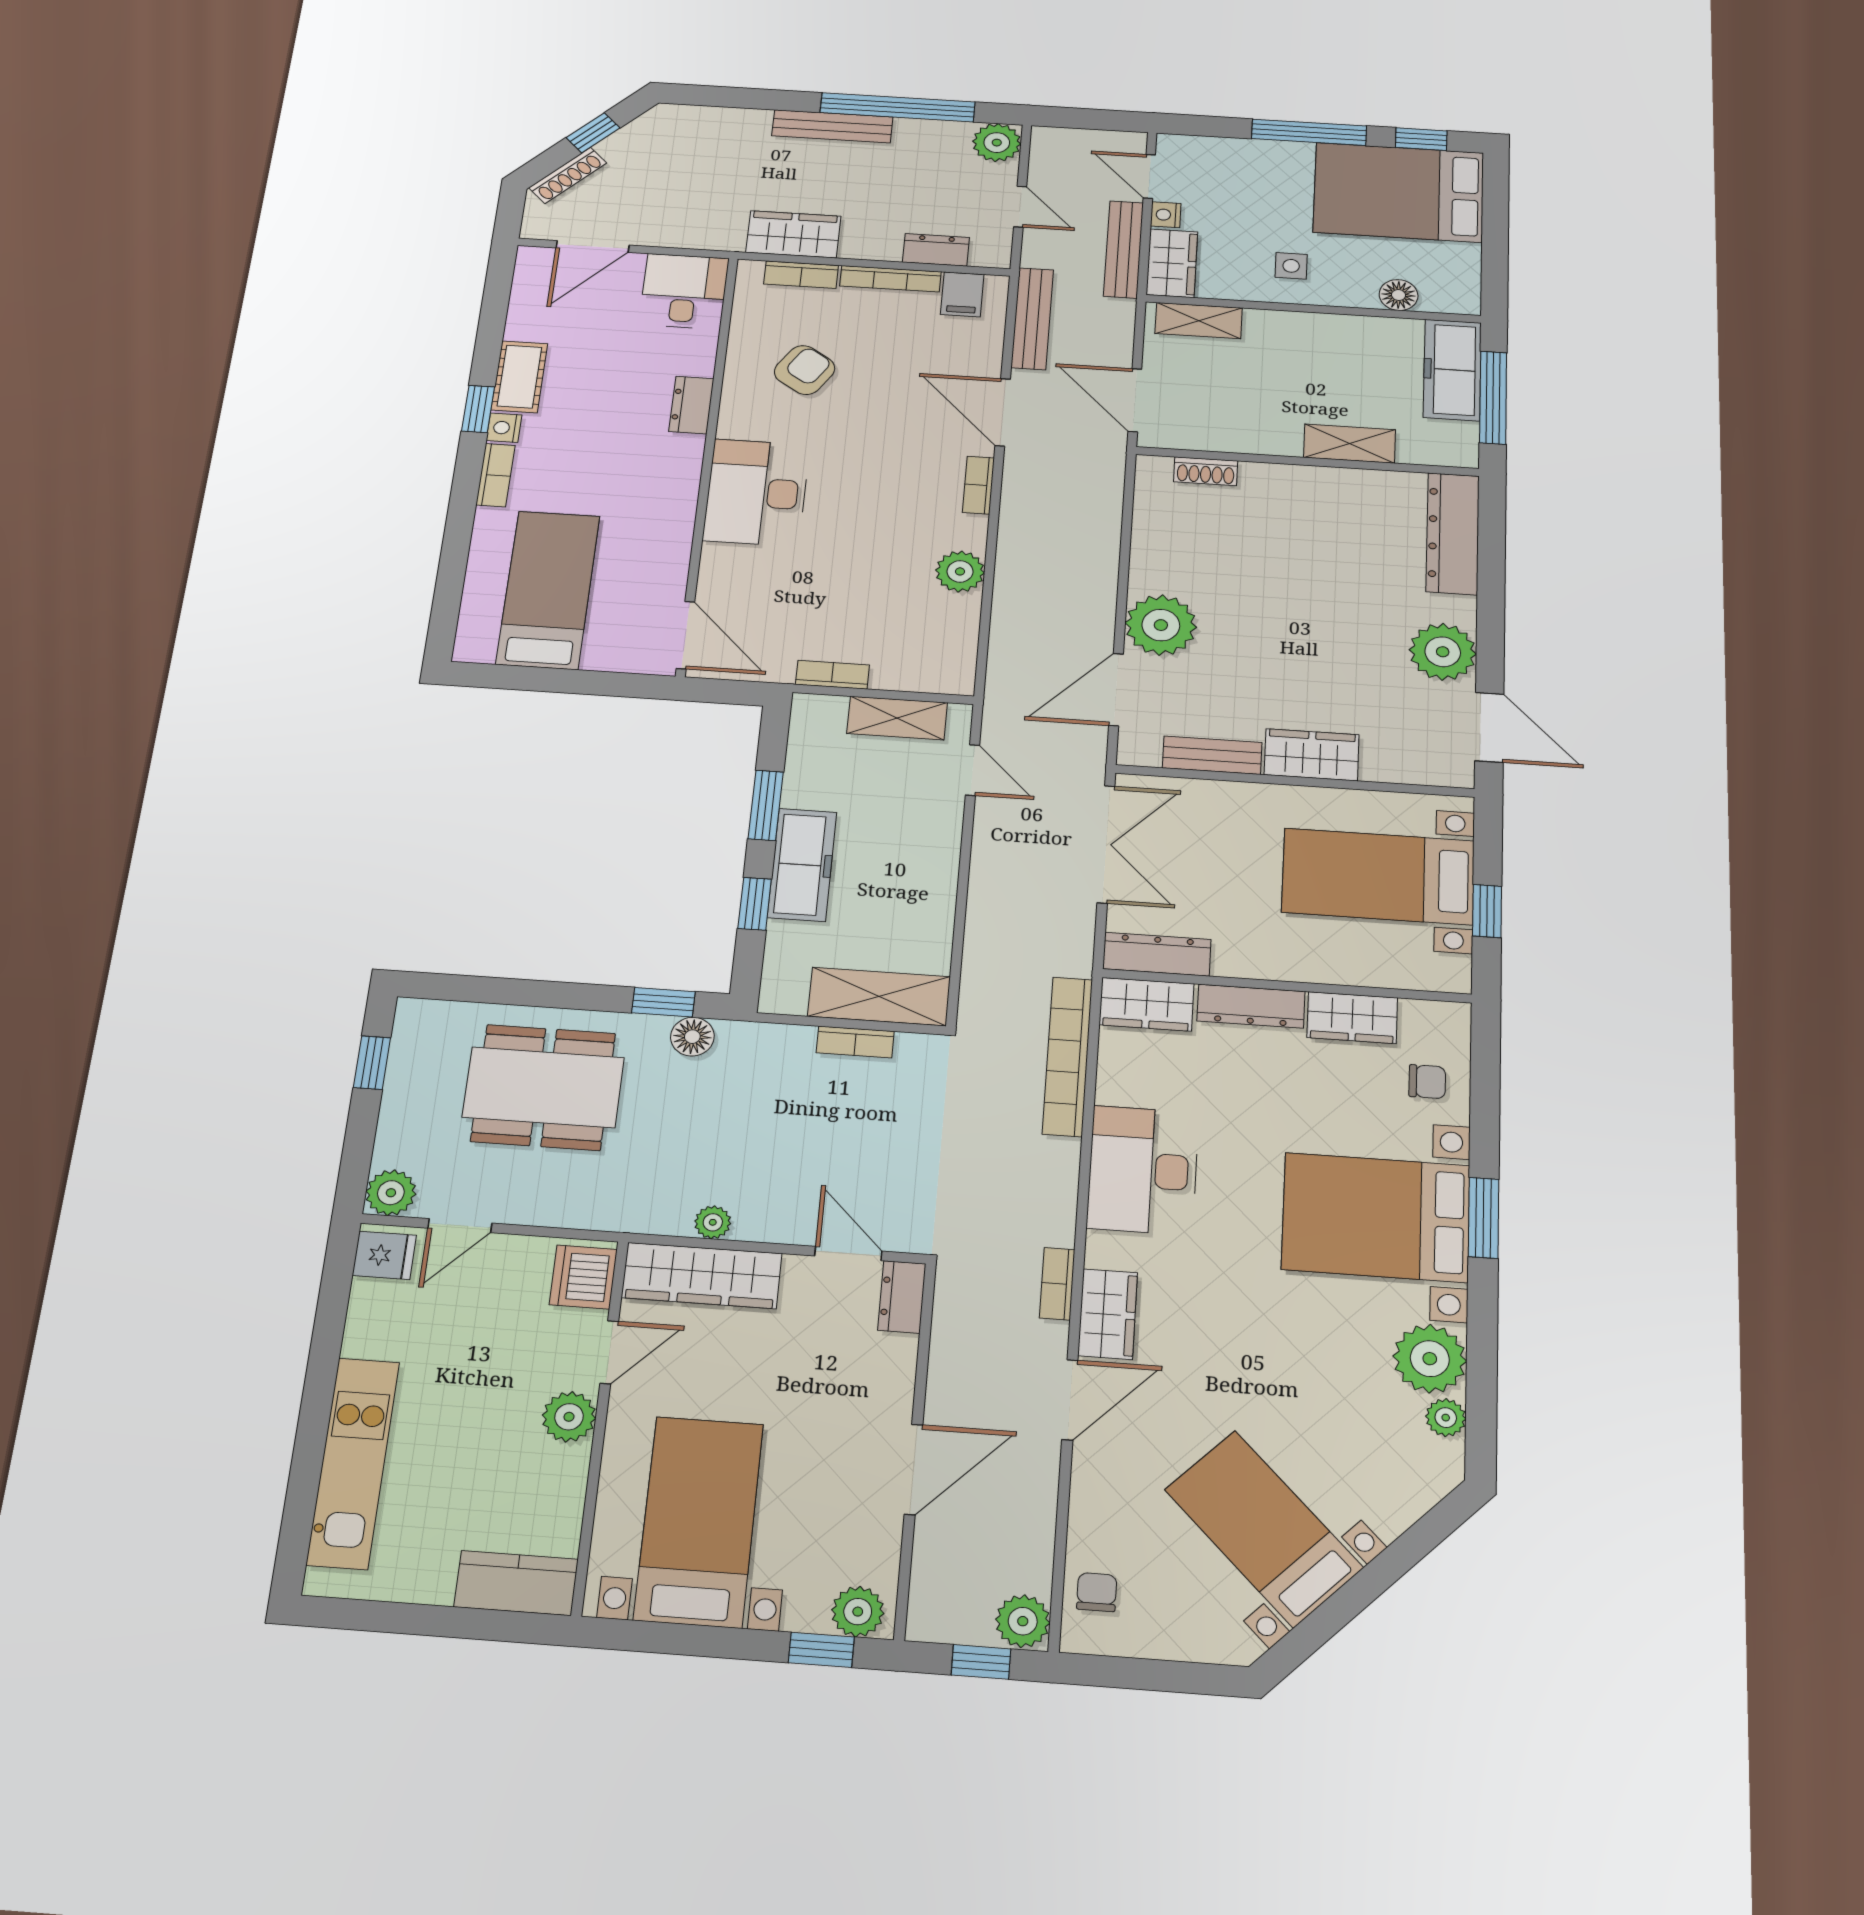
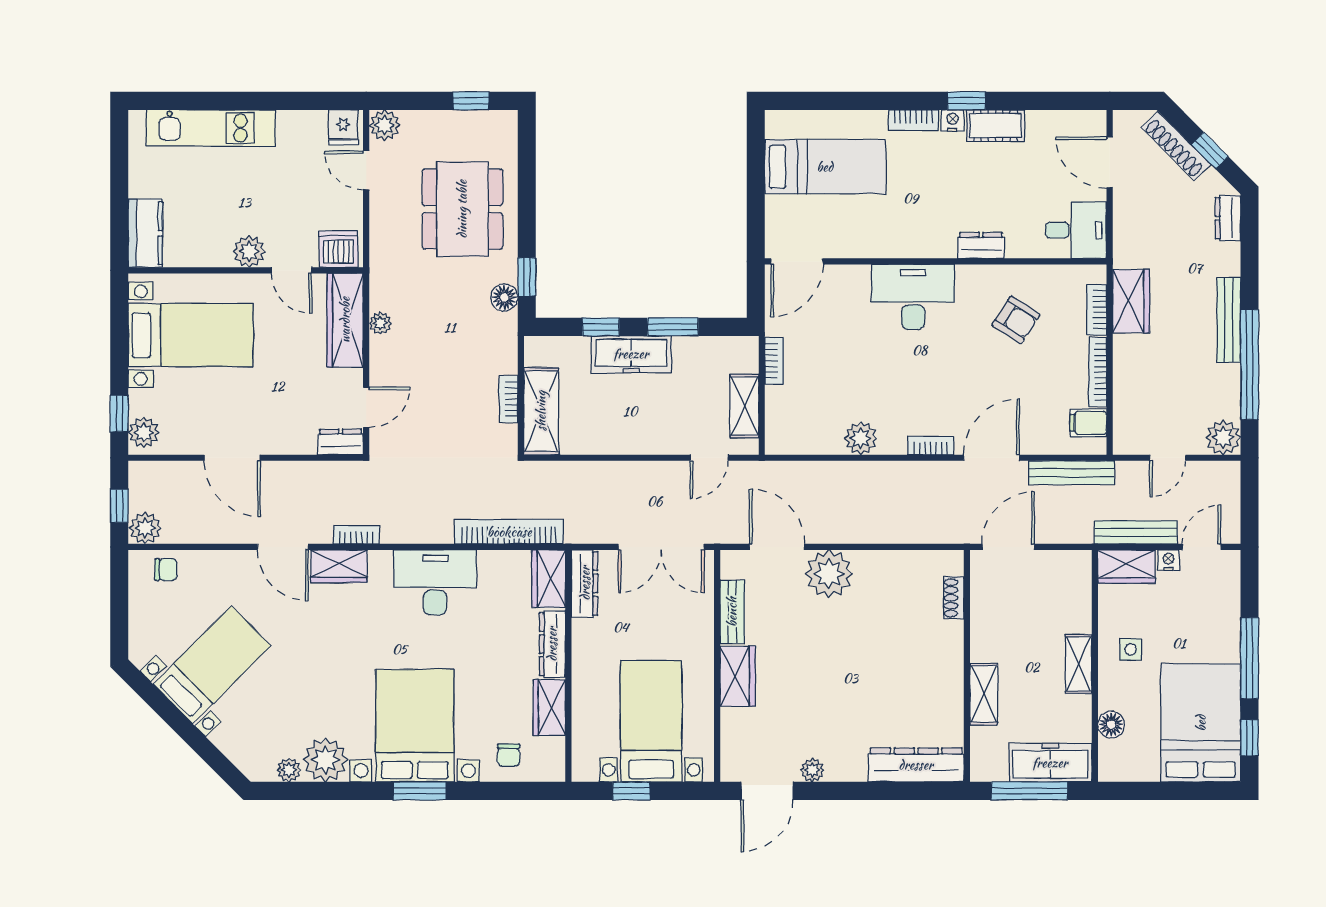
shoe rack: (568, 175) -> (1176, 146), width x1.36, depth x1.24
dresser: (936, 250) -> (1228, 218), moved, turned 180
shelving: (1199, 321) -> (1079, 664), moved
plant: (1443, 652) -> (812, 770), width x0.53, depth x0.53

